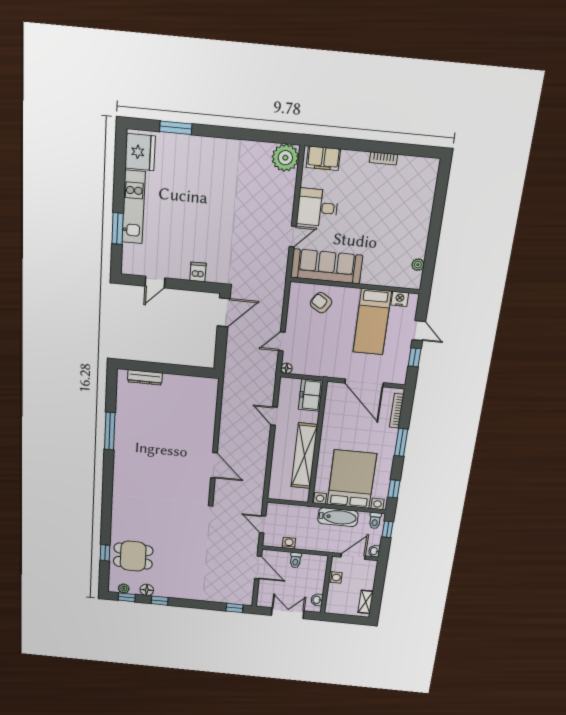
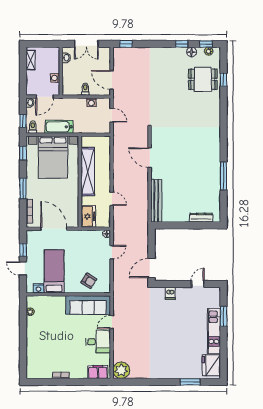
bench: (209, 407) -> (156, 201), added

